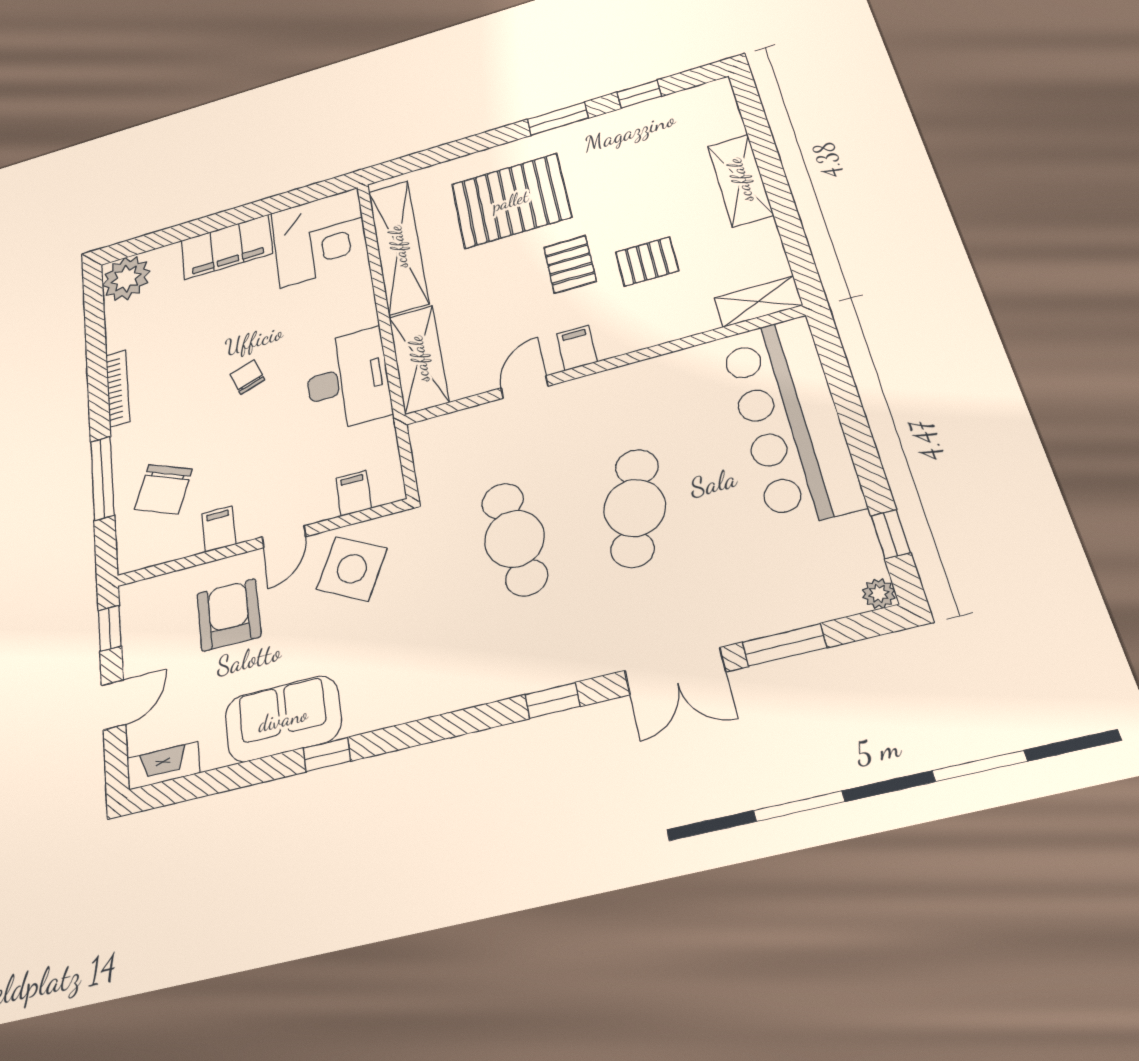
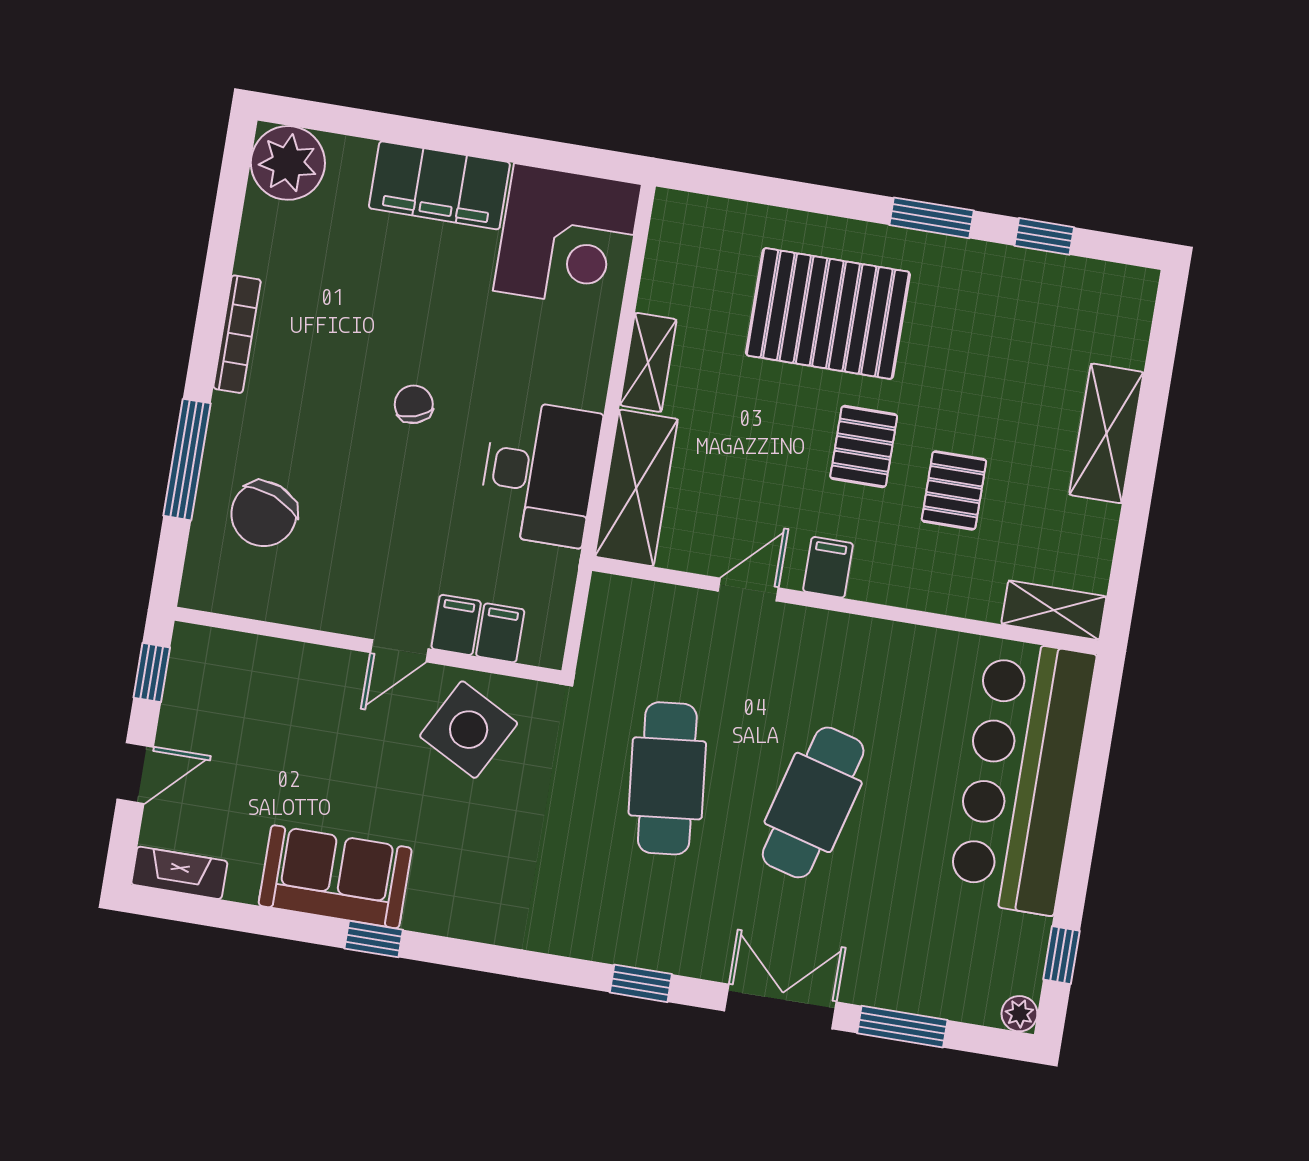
shelving: (398, 247) -> (648, 362), width x0.45, depth x0.75
pallet: (647, 262) -> (954, 490), turned 90
filing cabinet: (219, 529) -> (456, 625), moved
armchair: (229, 615) -> (305, 721), removed
double door: (675, 671) -> (780, 1006), swing flipped

